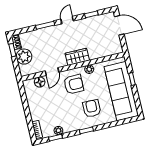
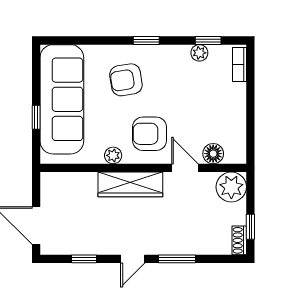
plant: (24, 57) -> (231, 187), moved
wardrobe: (77, 57) -> (130, 184), width x1.50
door: (52, 72) -> (185, 168), hinge flipped
armchair: (92, 108) -> (126, 80), turned 80

